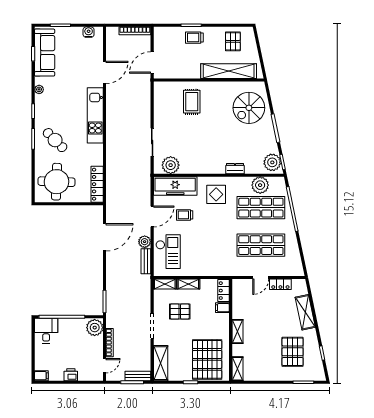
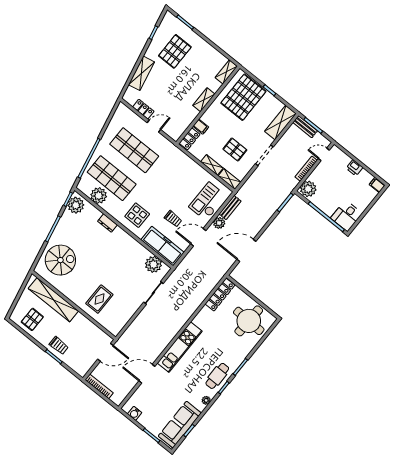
cafe table: (55, 140) -> (217, 376), moved, turned 45

